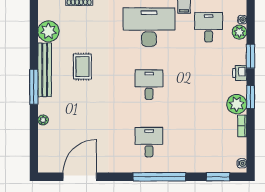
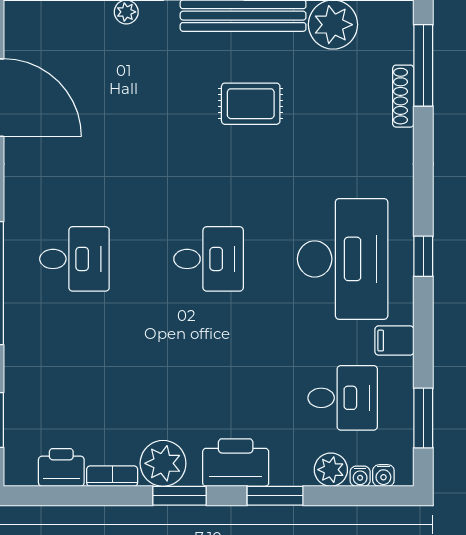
printer: (240, 73) -> (236, 463), width x1.87, depth x1.48
printer: (238, 148) -> (61, 467), added
water cooler: (242, 163) -> (383, 475), moved

